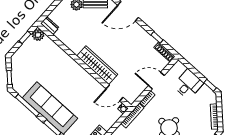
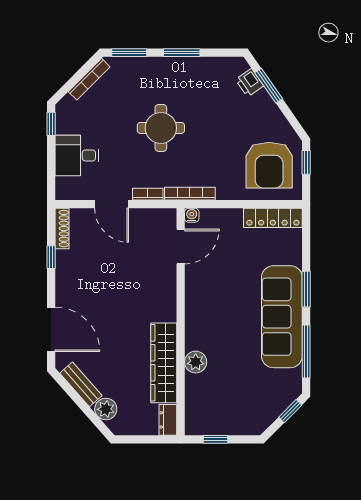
plant: (38, 35) -> (196, 362), moved
wardrobe: (97, 65) -> (164, 363), moved
door: (115, 93) -> (181, 246), hinge flipped

